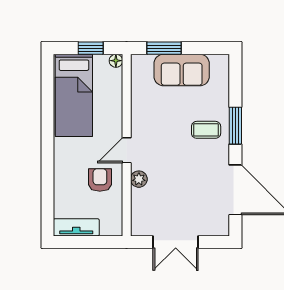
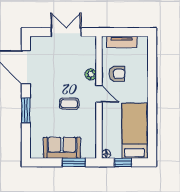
coffee table: (206, 130) -> (69, 104), moved
door: (127, 150) -> (99, 94), hinge flipped
armchair: (100, 180) -> (117, 74), turned -90
tv unit: (76, 227) -> (122, 42), moved

